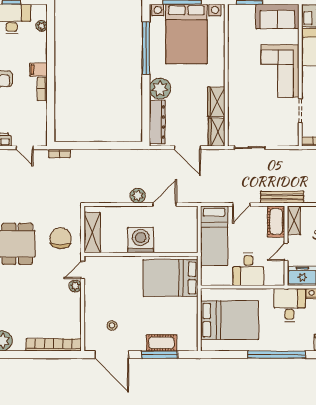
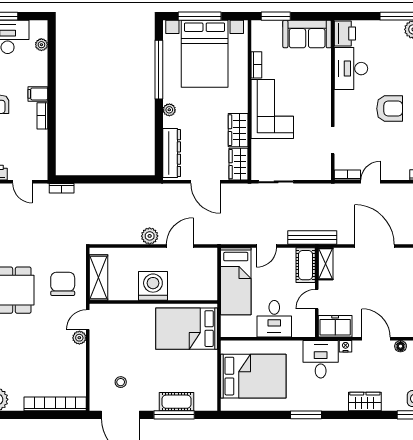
bookcase: (232, 44) -> (256, 65), added
corner sofa: (280, 71) -> (272, 109), moved, turned 180
plant: (160, 89) -> (169, 110), width x0.53, depth x0.53
window: (276, 355) -> (306, 415), width x0.47

